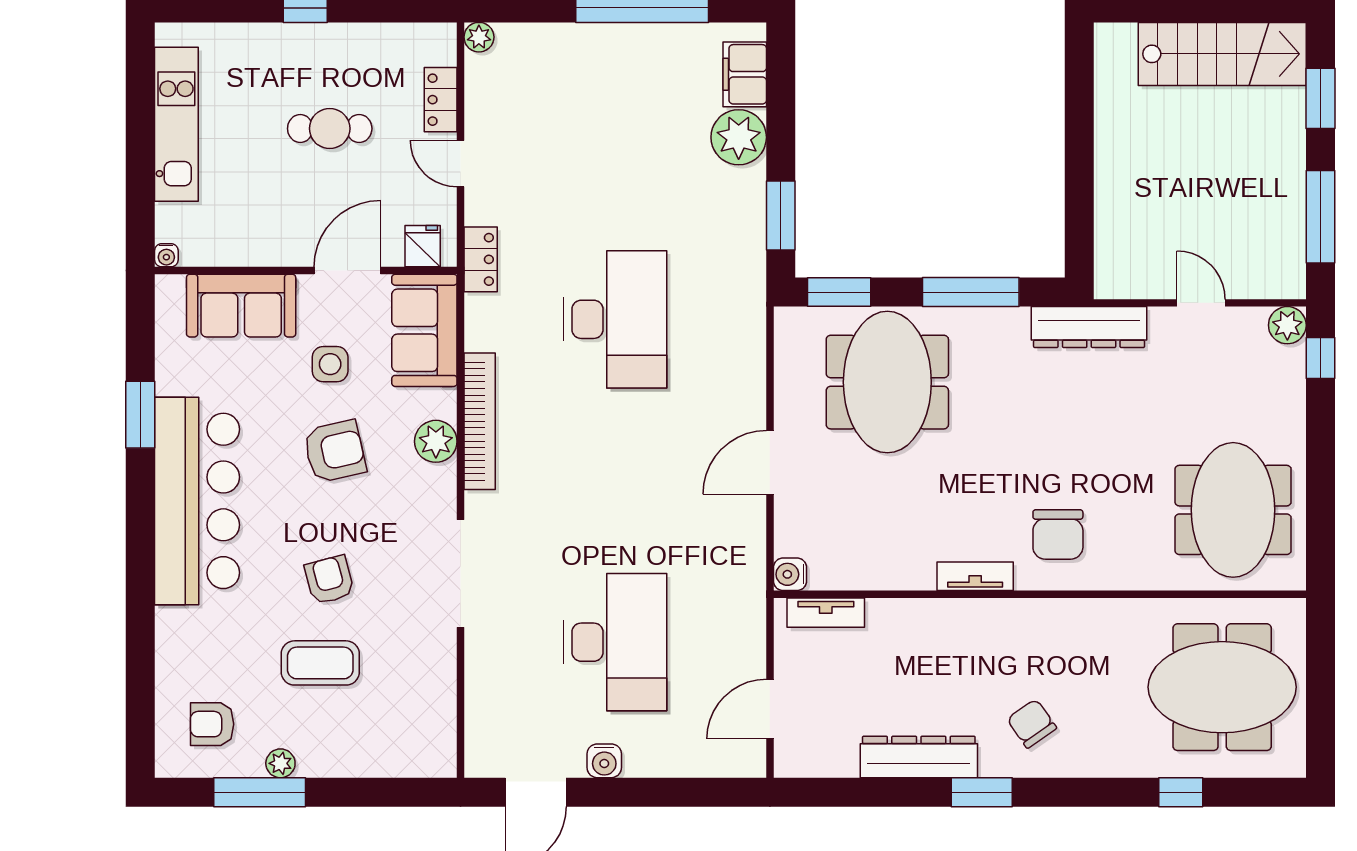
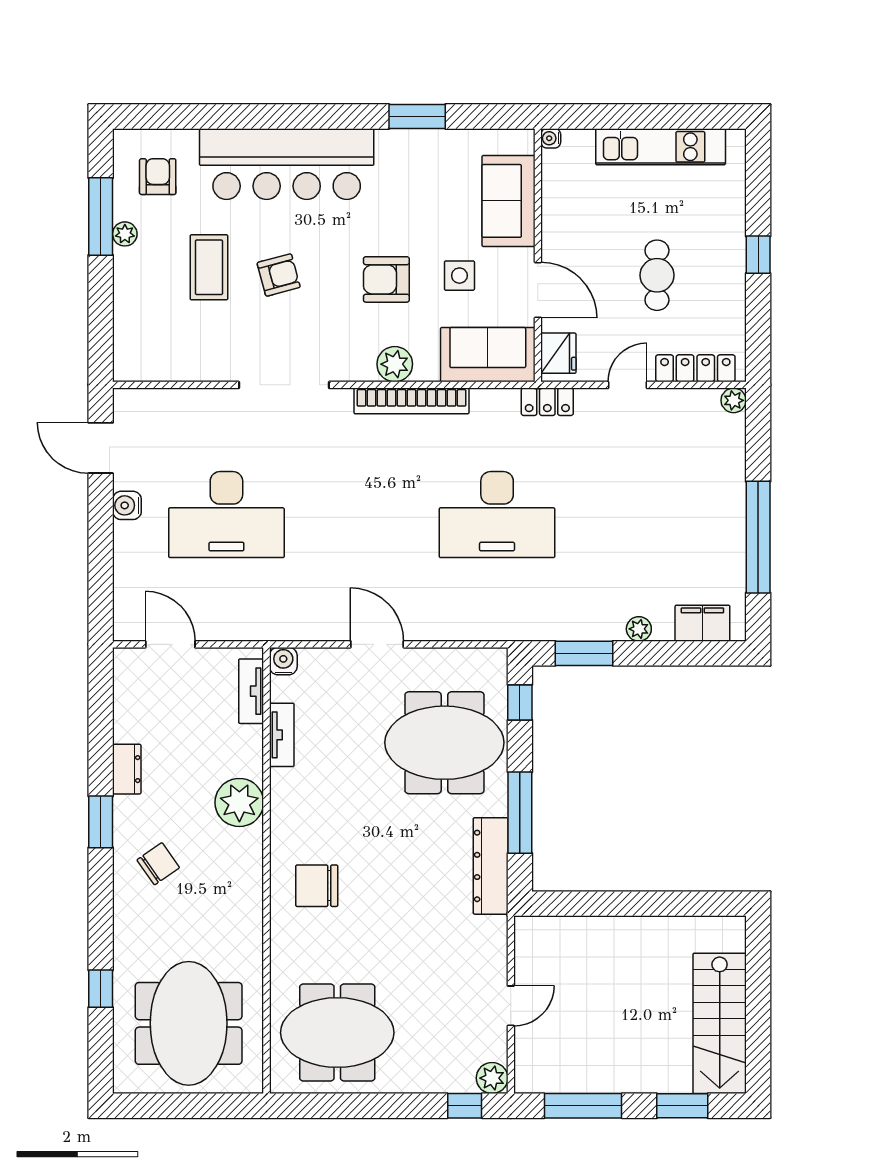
locker: (441, 100) -> (695, 368), width x1.53
plant: (739, 137) -> (639, 629), width x0.53, depth x0.53
fridge: (423, 246) -> (558, 353), width x1.38
window: (839, 292) -> (520, 702), width x0.67
dresser: (1089, 327) -> (491, 866), moved
armchair: (335, 451) -> (386, 279), turned 103
bar counter: (197, 501) -> (287, 164), moved
tv unit: (975, 576) -> (282, 735), moved
plant: (959, 627) -> (239, 802), added
dresser: (919, 757) -> (127, 769), width x0.51, depth x0.80

